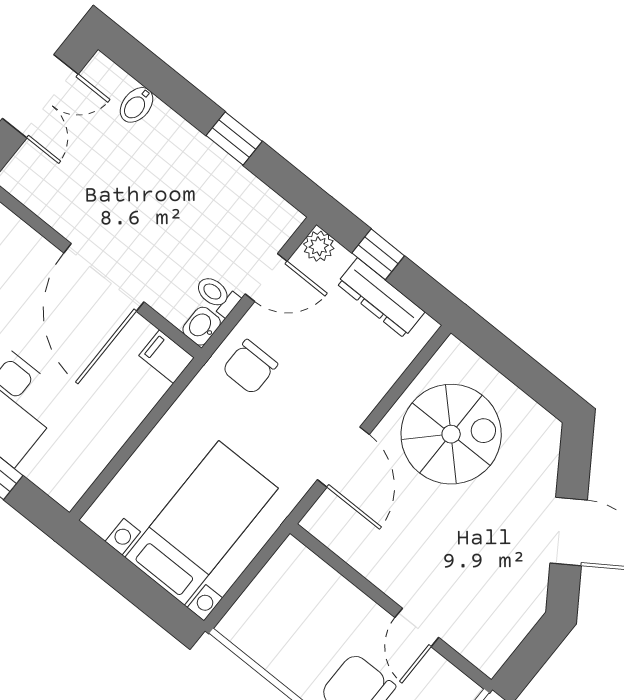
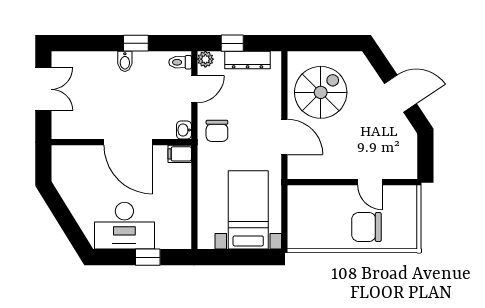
bidet: (137, 105) -> (125, 61), moved
toilet: (217, 295) -> (180, 62), moved

